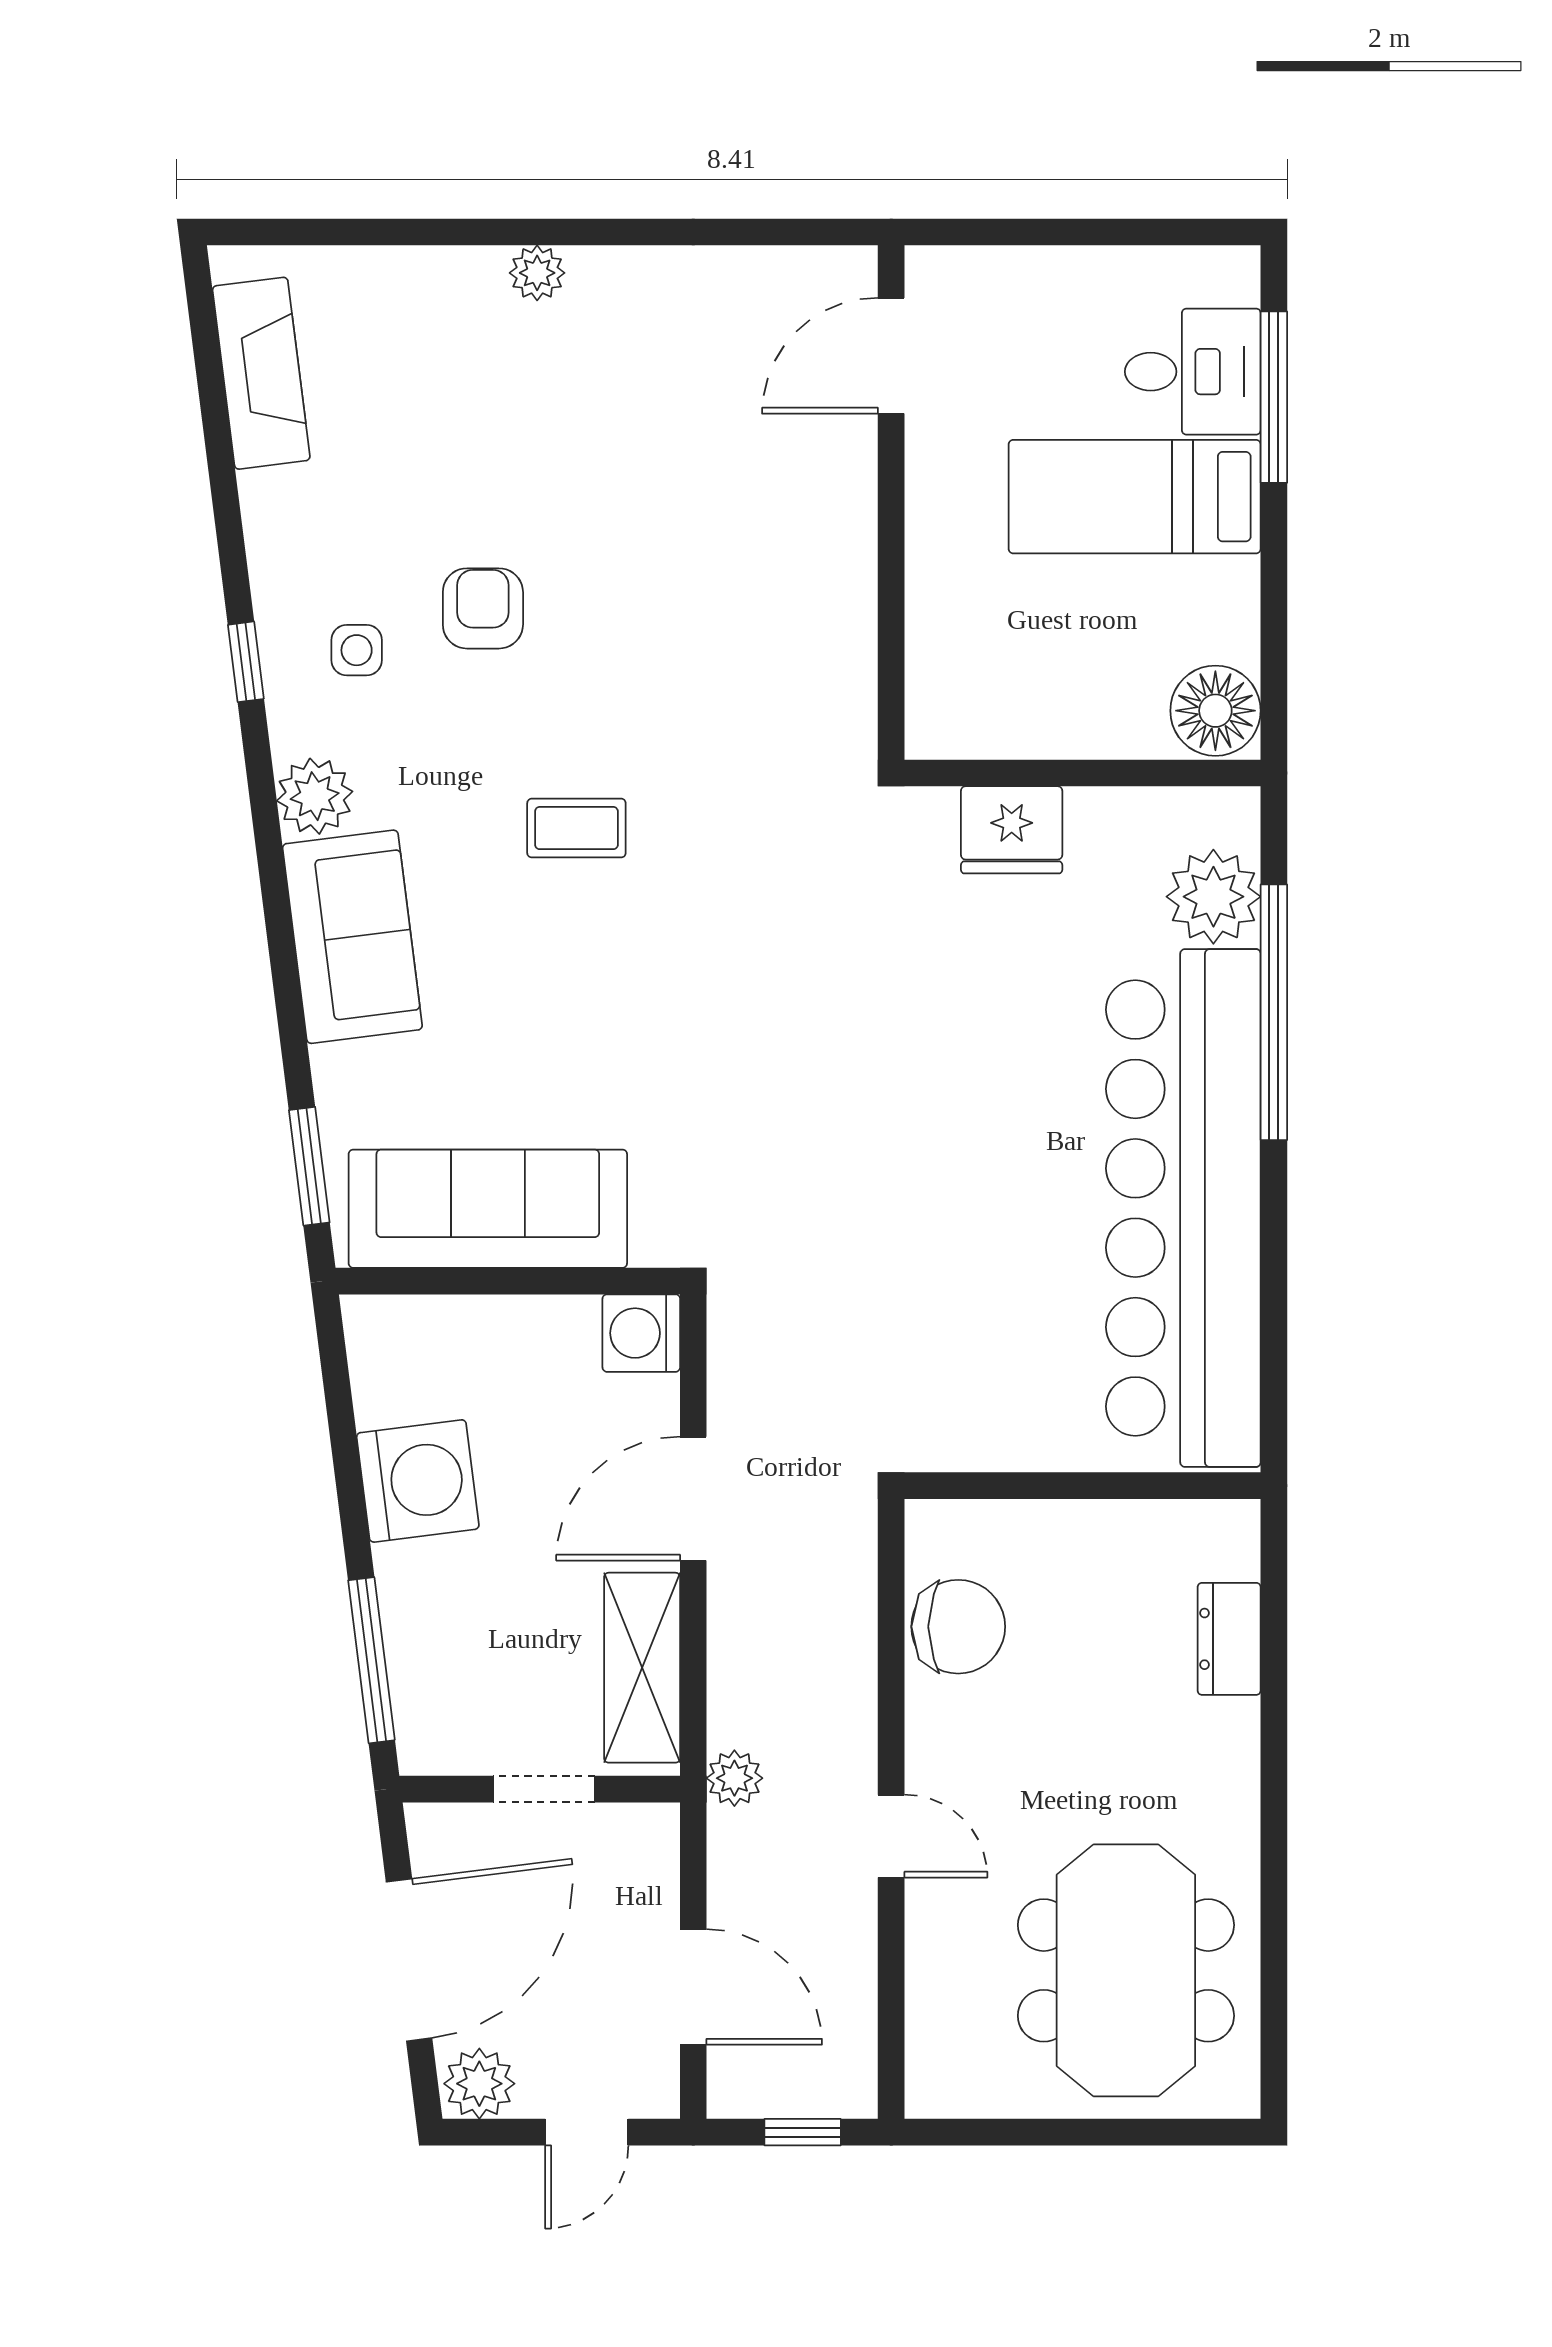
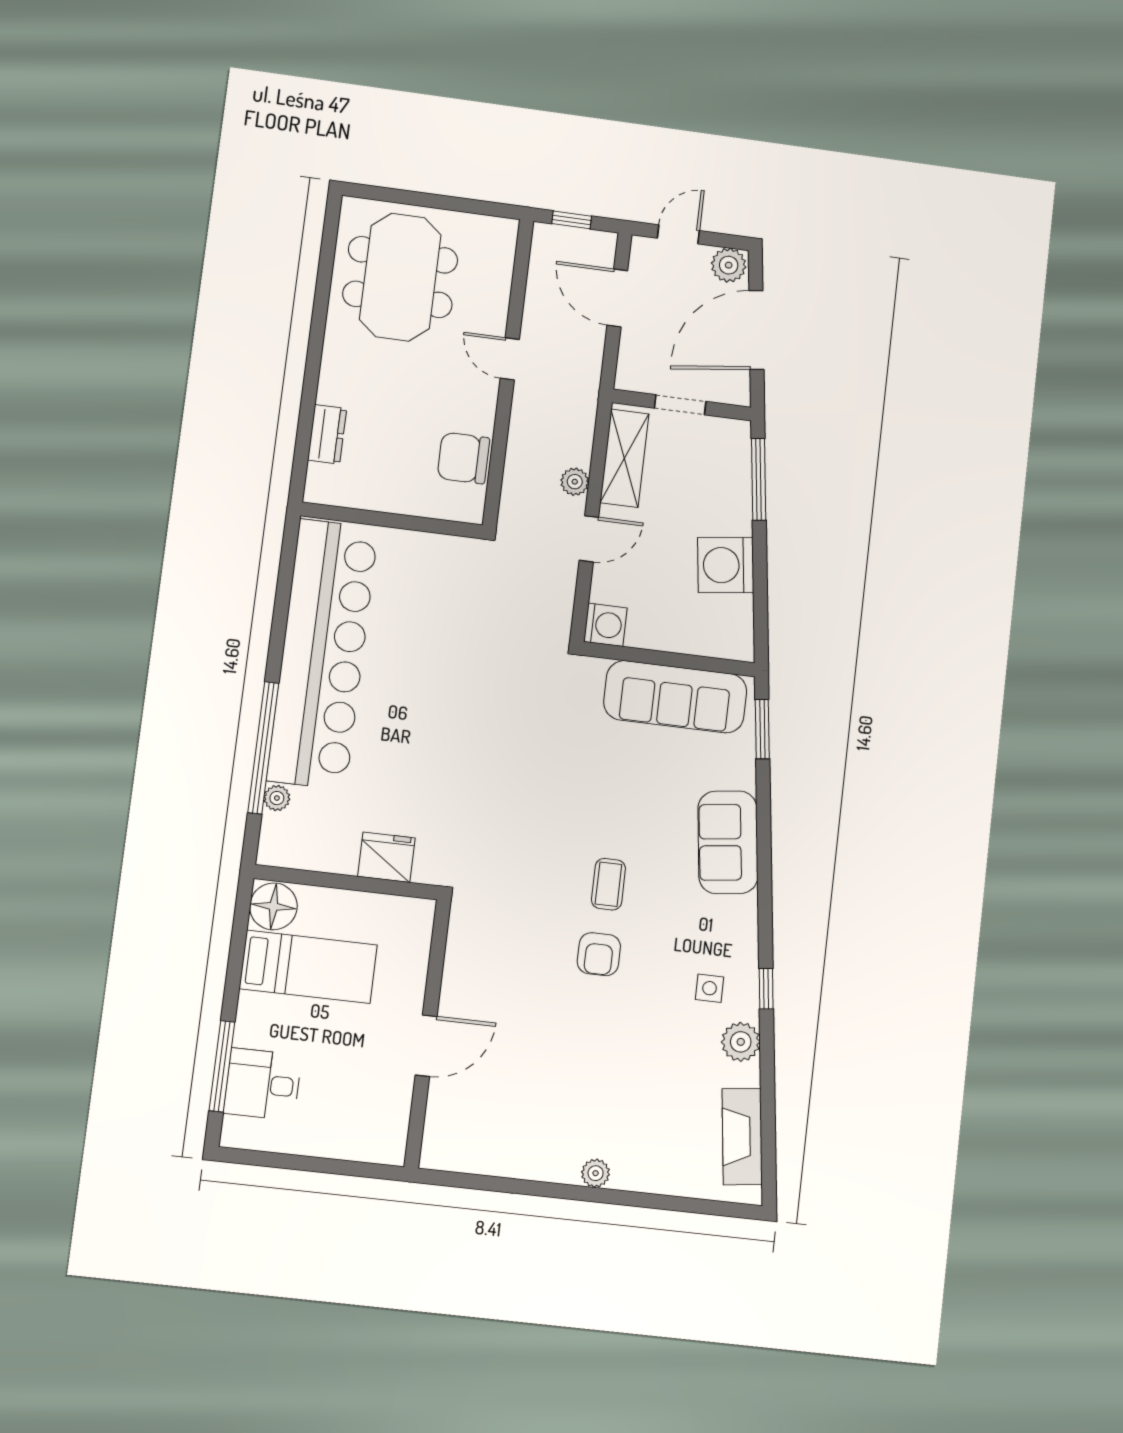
door: (891, 356) -> (426, 1046), moved
bed: (1135, 497) -> (308, 967), moved
armchair: (483, 608) -> (599, 954), moved
plant: (315, 796) -> (741, 1042), moved
coffee table: (576, 828) -> (608, 884), turned 90
plant: (1213, 897) -> (277, 798), width x0.53, depth x0.53
door: (693, 1499) -> (589, 539), width x0.73
plant: (734, 1778) -> (575, 482), moved

